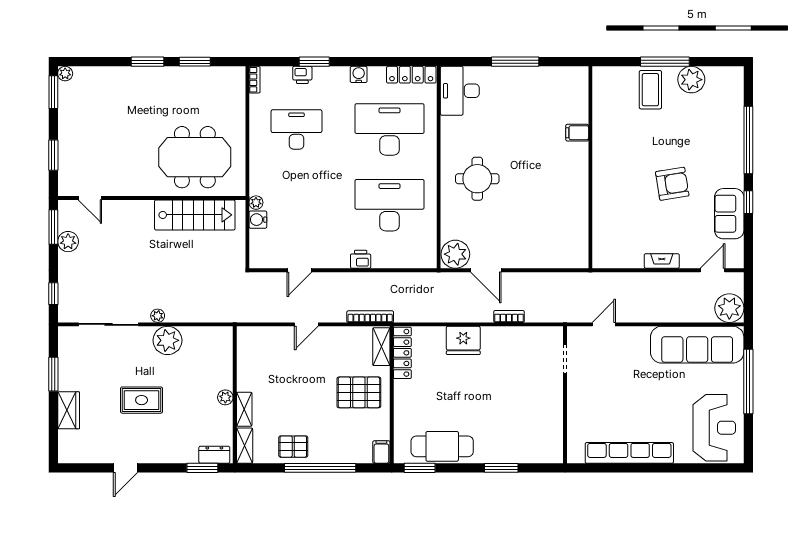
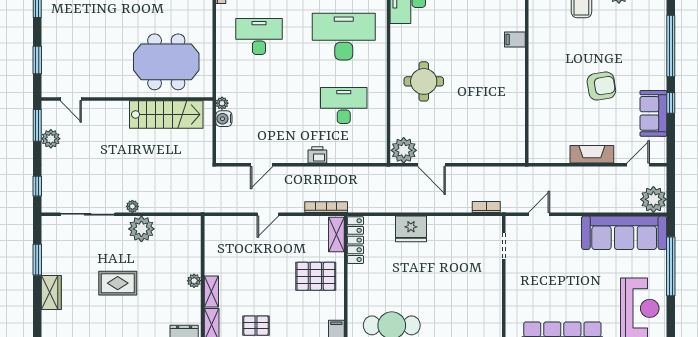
desk: (390, 205) -> (344, 106), width x0.73, depth x0.77
fireplace: (662, 261) -> (592, 154), width x1.37, depth x1.32
bookcase: (509, 316) -> (486, 207), moved

